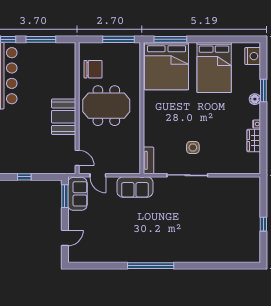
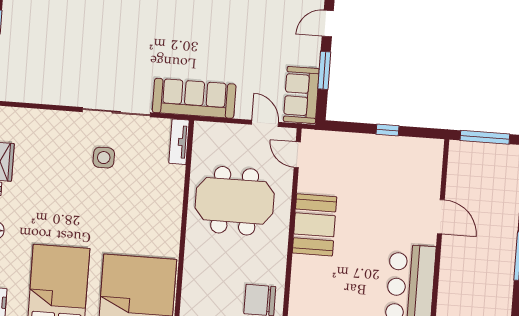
meeting table: (106, 106) -> (235, 201), moved
sofa: (135, 187) -> (194, 98), width x1.36
window: (65, 196) -> (324, 70), moved

